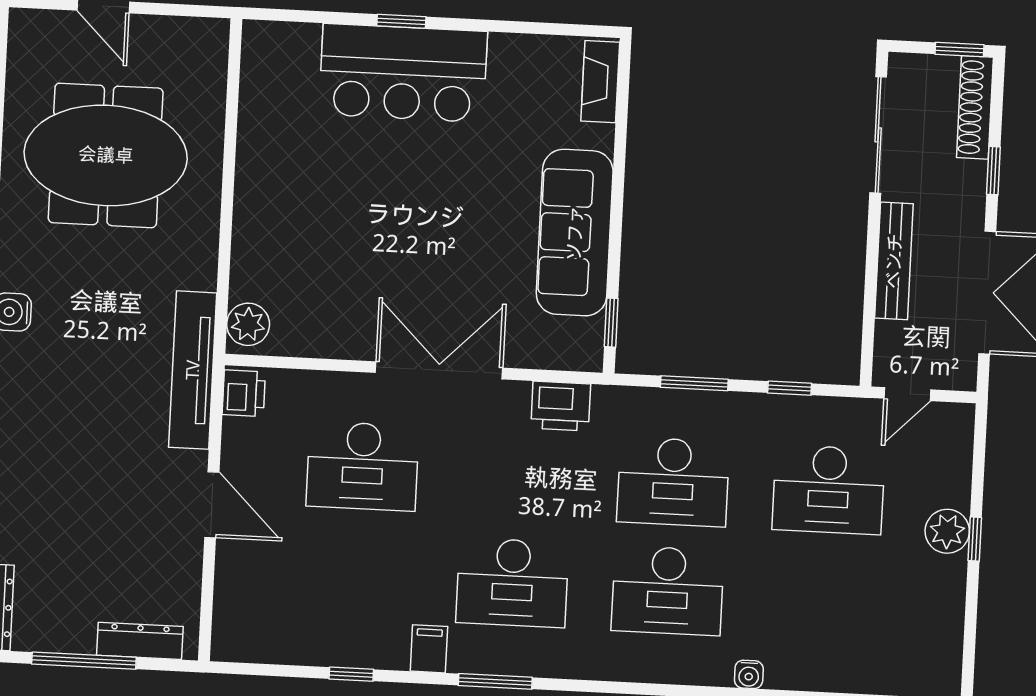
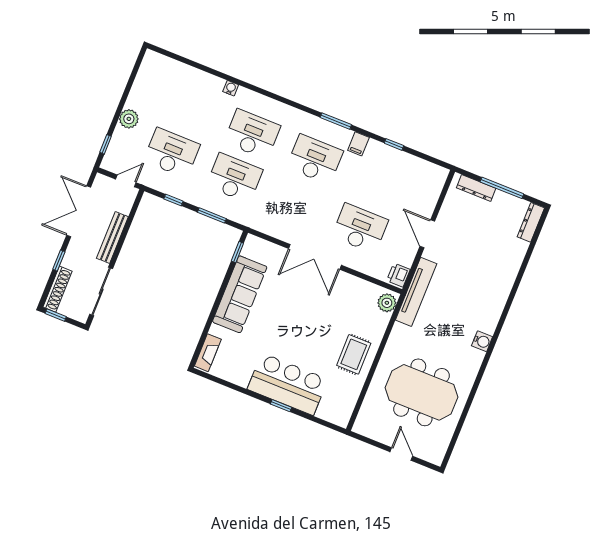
rug: (282, 187) -> (354, 354), added
printer: (561, 406) -> (270, 225), removed
window: (975, 539) -> (106, 144), moved

